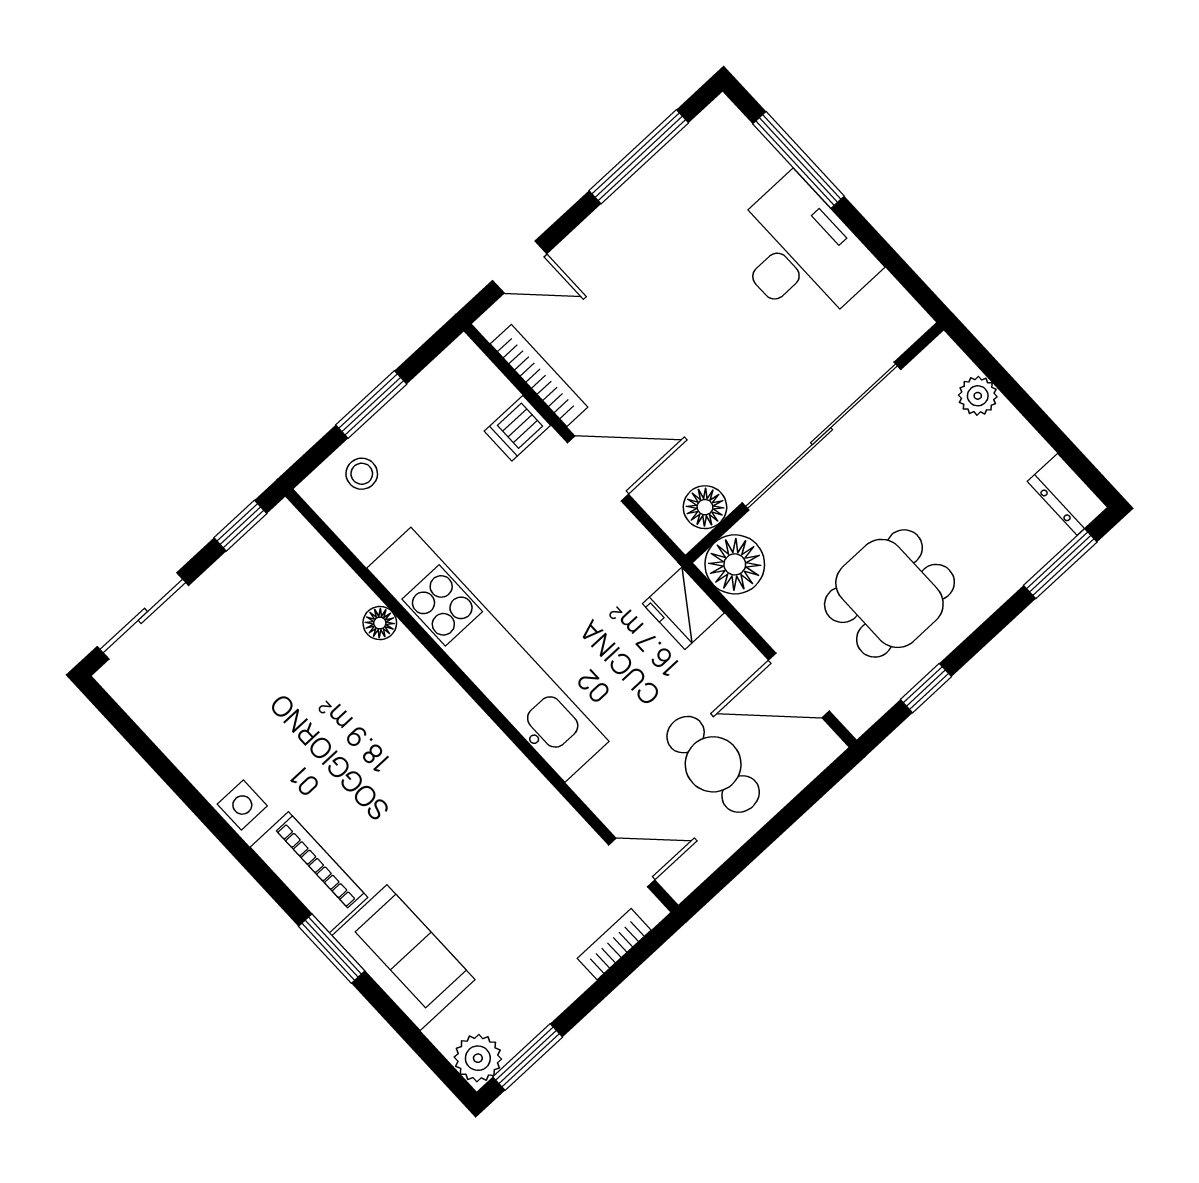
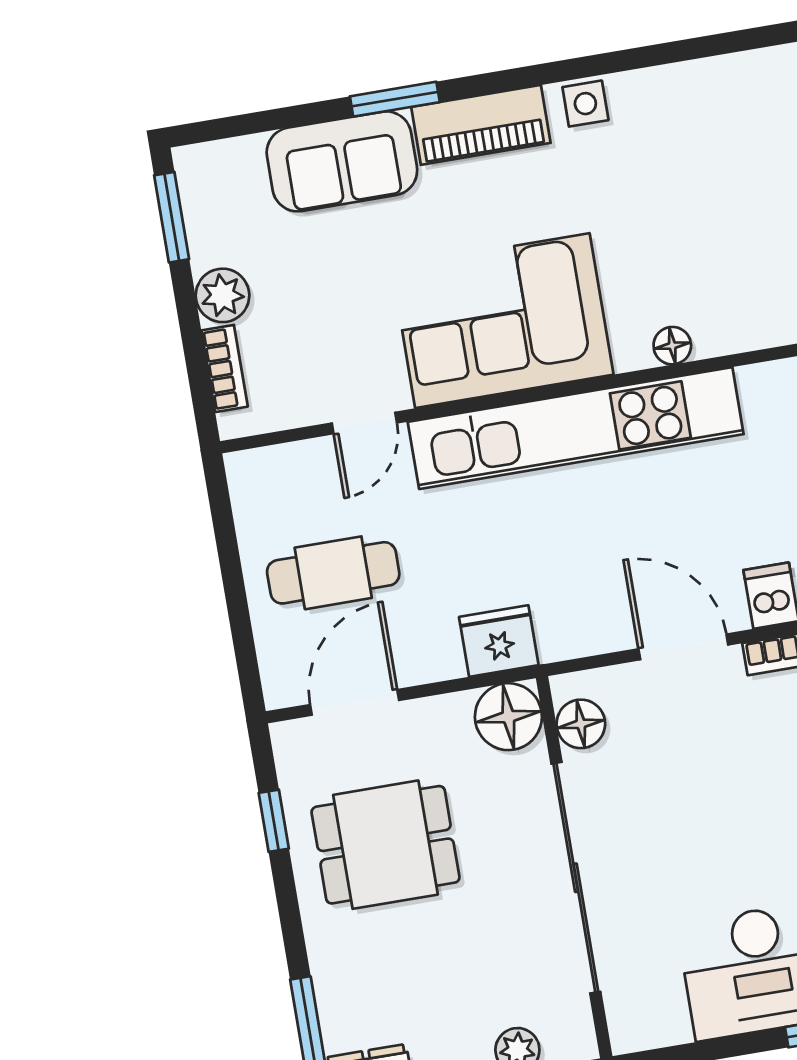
door: (598, 468) -> (683, 647), swing flipped
dining table: (889, 593) -> (386, 845), turned 90
corner sofa: (444, 761) -> (502, 321), added
door: (632, 863) -> (364, 423), moved
plant: (478, 1058) -> (223, 295), moved

